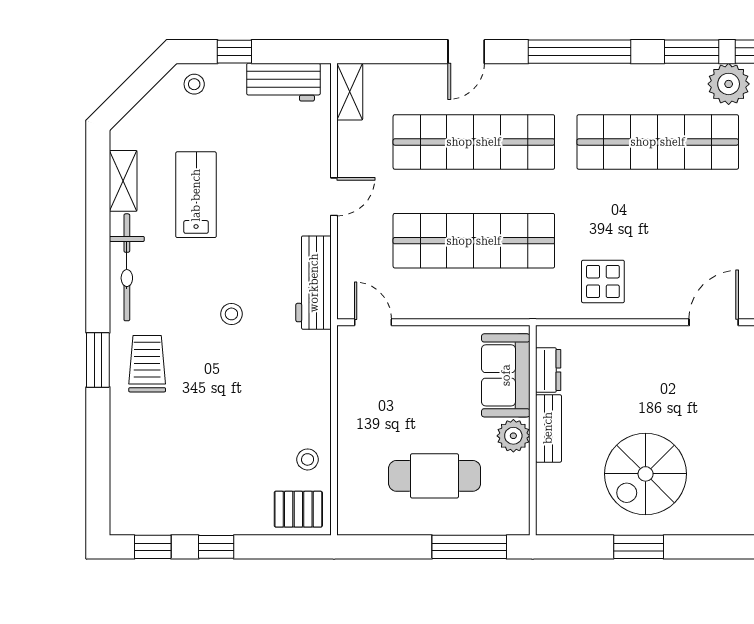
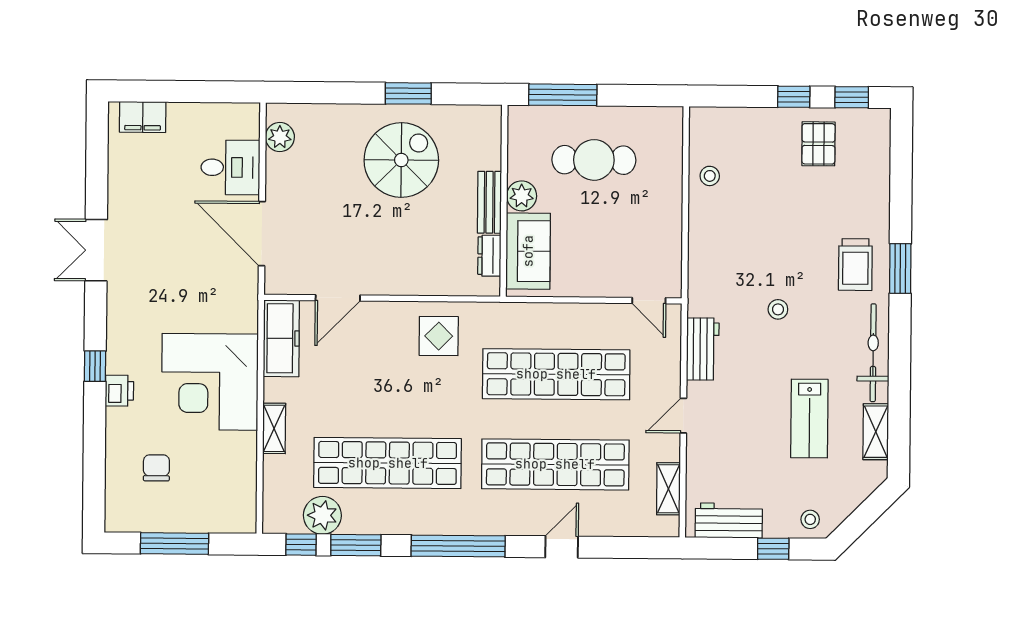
shelving: (350, 92) -> (668, 489), moved
workbench: (314, 283) -> (703, 349), width x0.73
pallet: (298, 509) -> (818, 144), moved, turned 90

